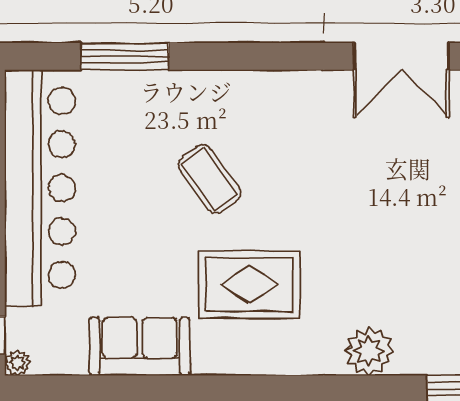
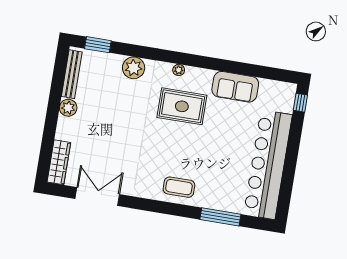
coffee table: (209, 179) -> (179, 187), moved, turned -54
plant: (17, 363) -> (179, 70), moved

